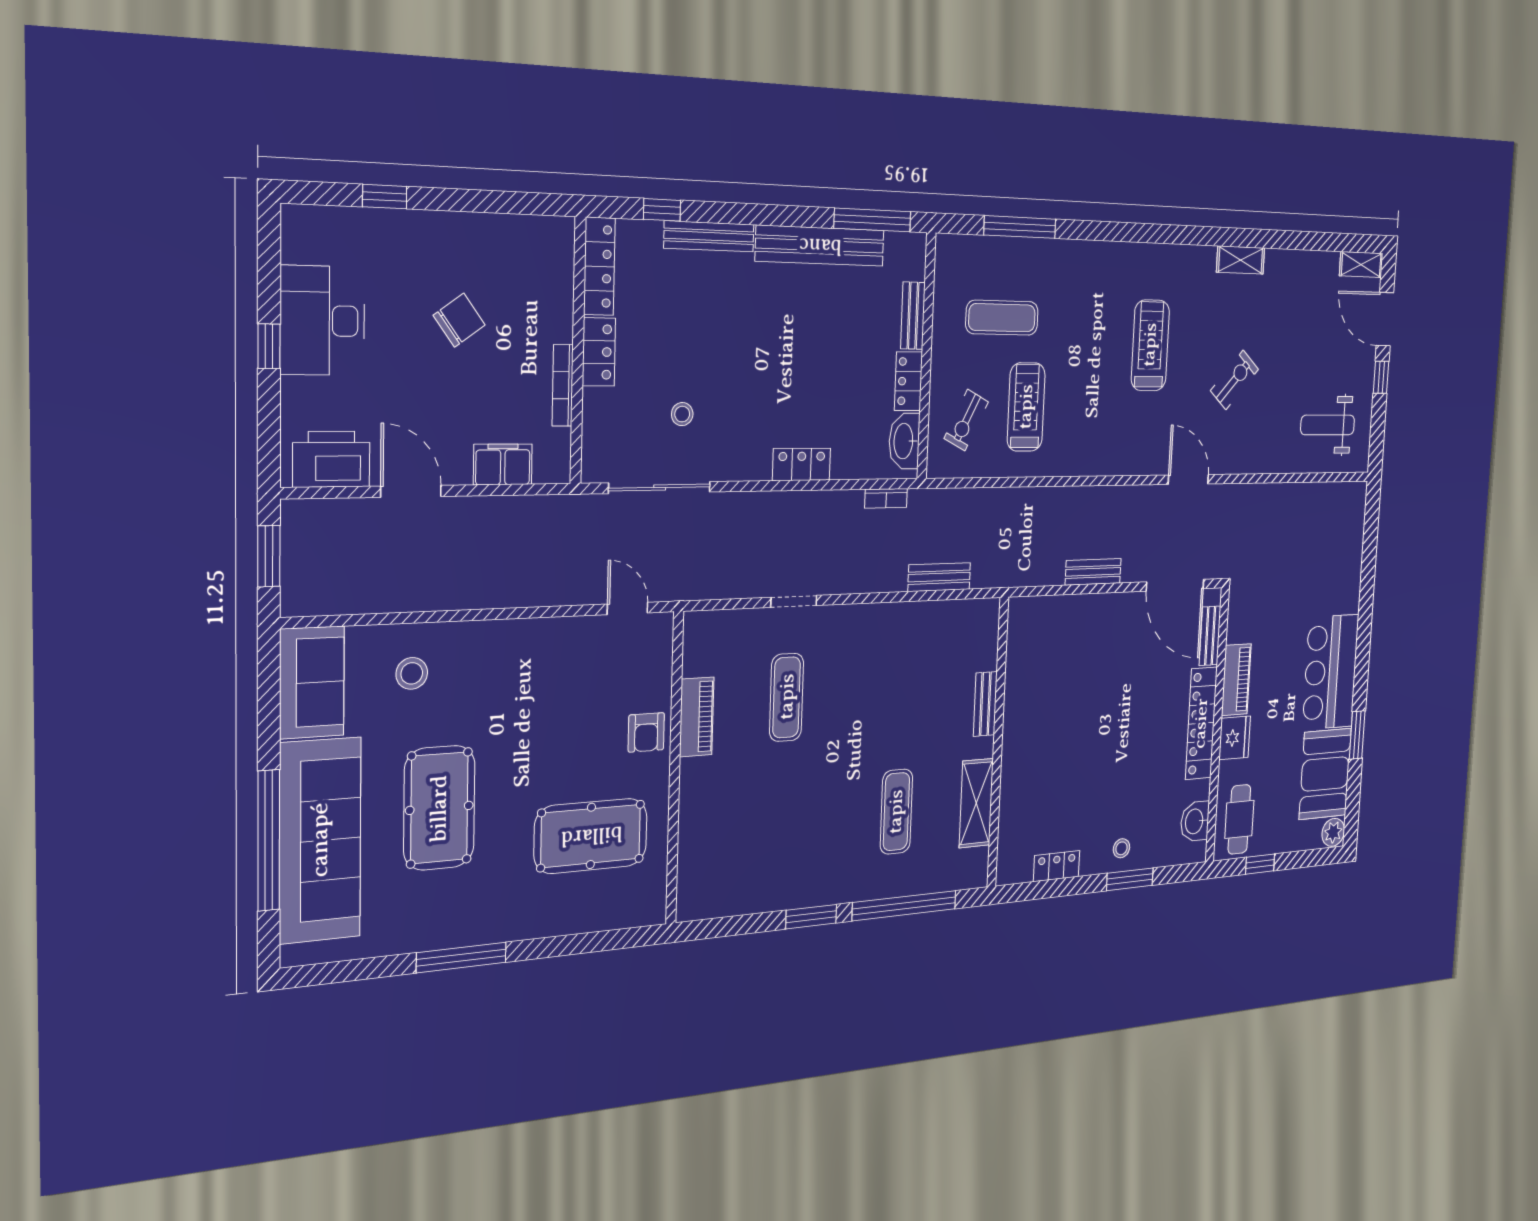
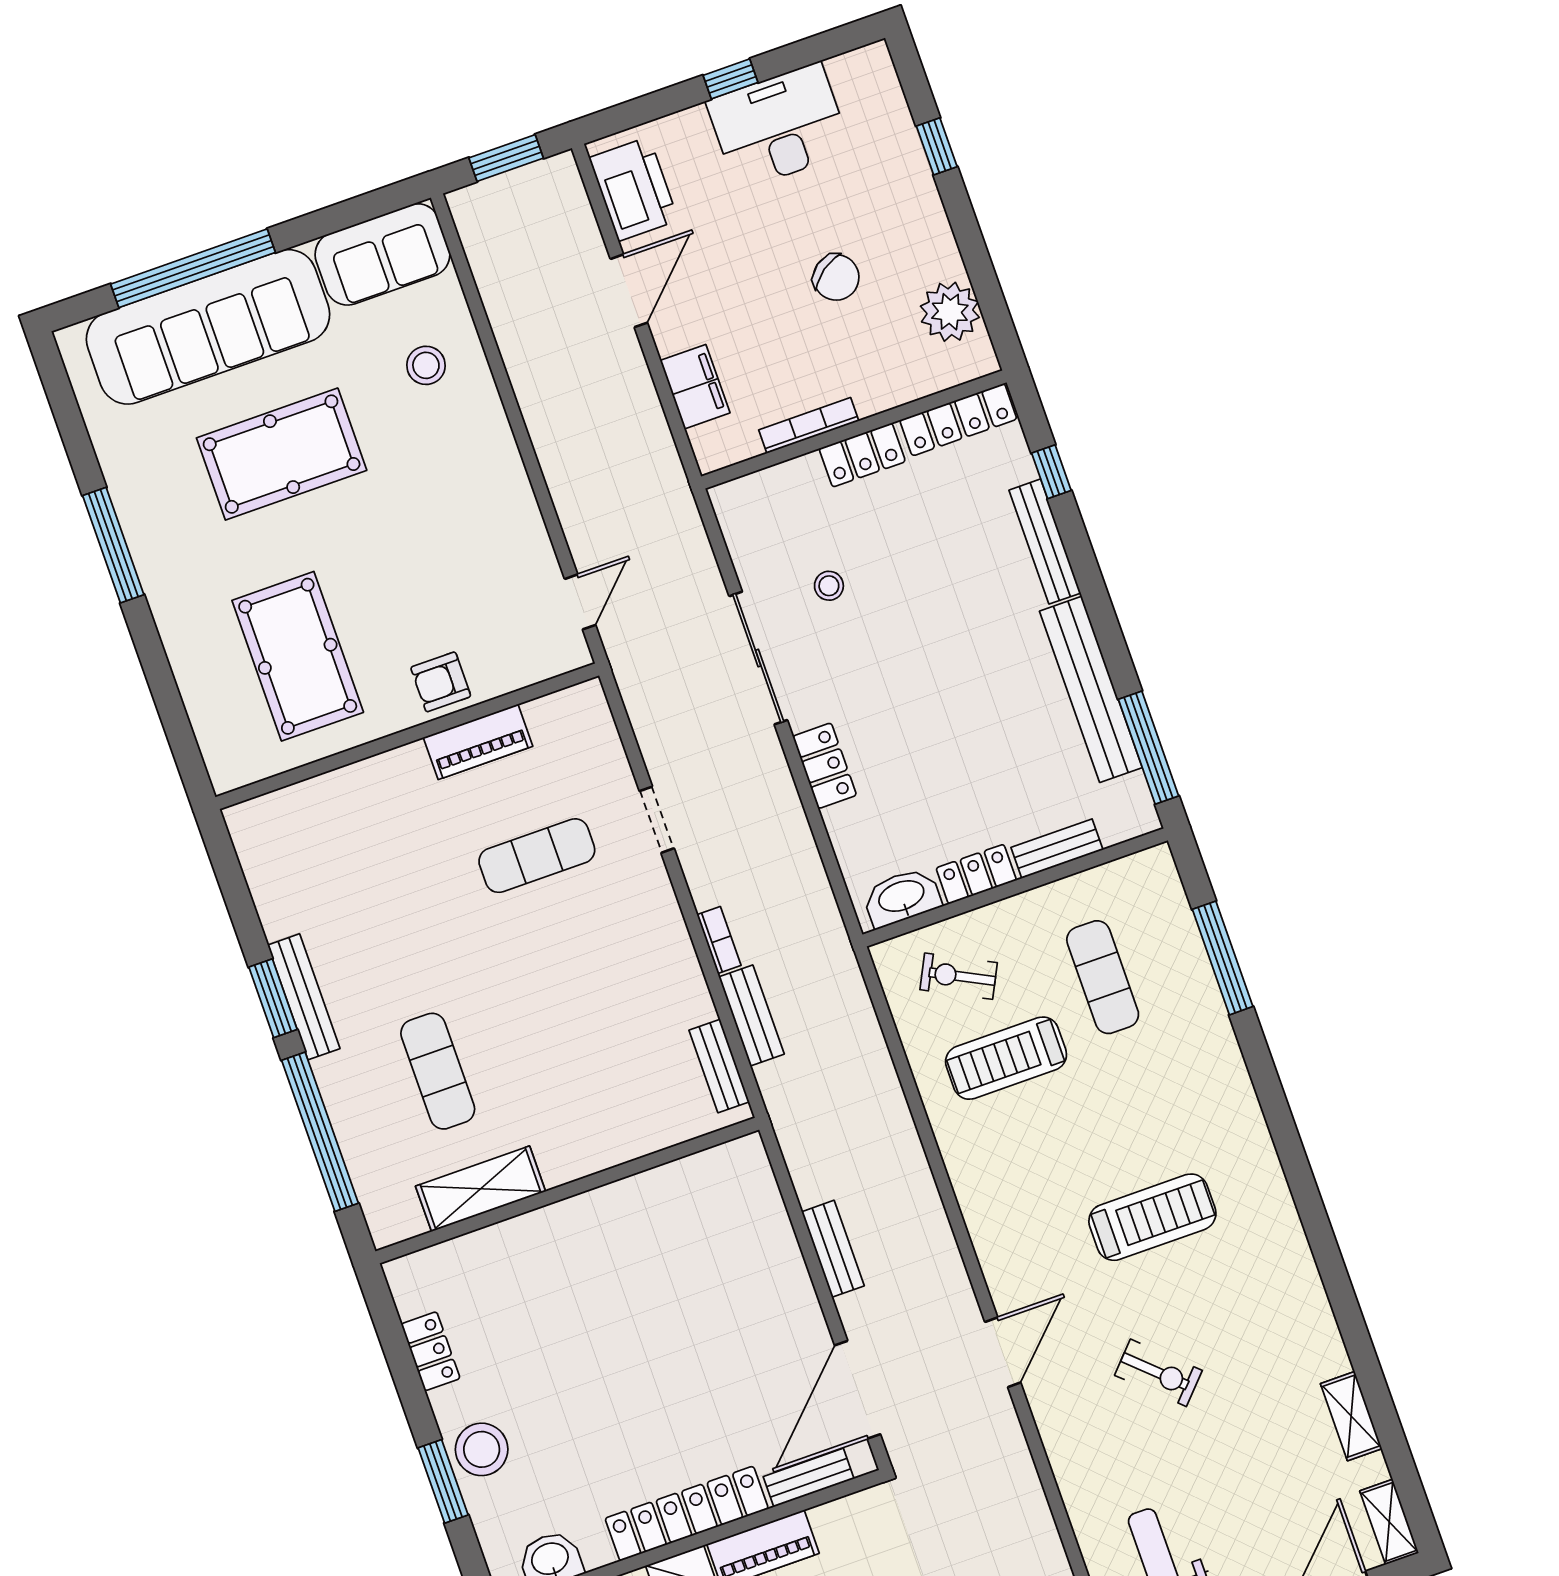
plant: (517, 240) -> (950, 312), added
shelving: (1241, 260) -> (1351, 1416), moved
treadmill: (1026, 407) -> (1006, 1058), turned 180
sliding door: (660, 487) -> (758, 658), moved
bookcase: (886, 498) -> (719, 940), moved, turned 180
bench: (985, 704) -> (719, 1066), moved, turned 90
exercise mat: (896, 812) -> (438, 1071), turned 90
stool: (1121, 848) -> (482, 1449), width x1.89, depth x1.89
bench: (818, 894) -> (304, 997), added

